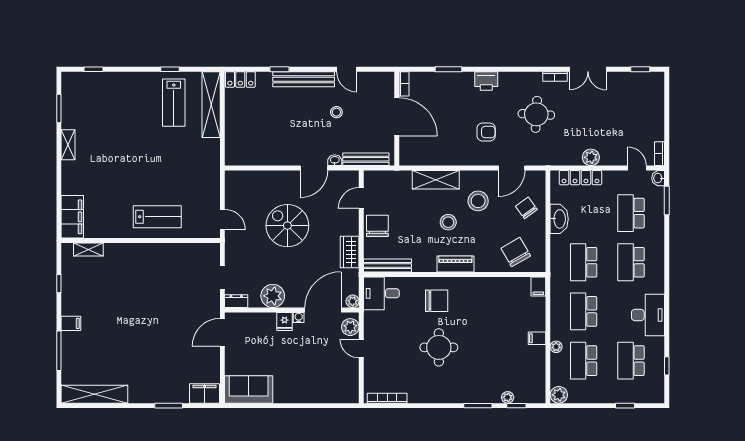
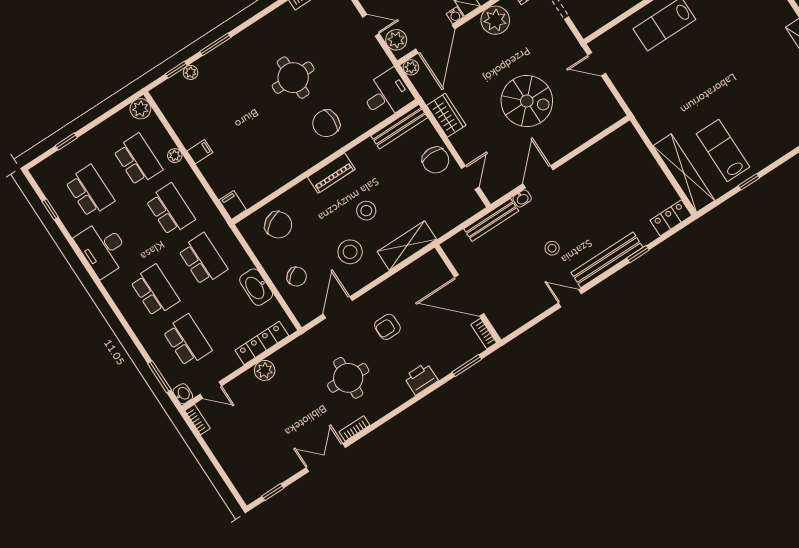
bookcase: (404, 84) -> (484, 334), moved
door: (397, 117) -> (469, 296), moved
wall: (397, 119) -> (468, 294), moved

